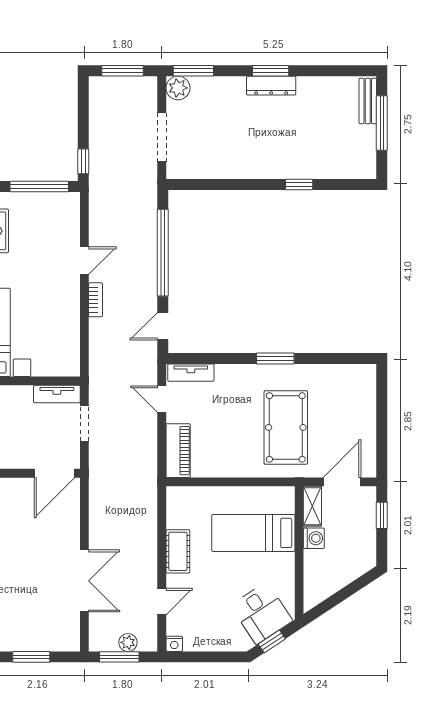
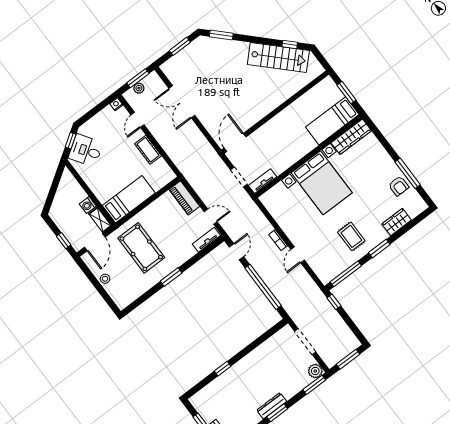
stool: (365, 423) -> (105, 279), added
bed: (253, 533) -> (129, 199), moved

